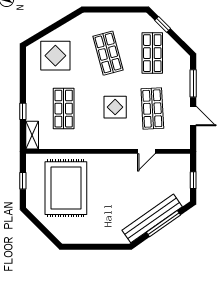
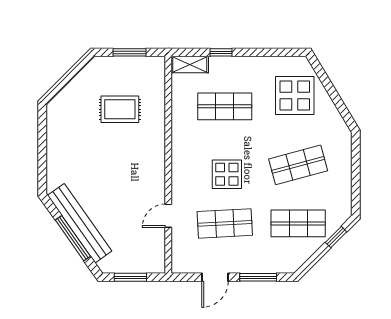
door: (146, 151) -> (168, 216), hinge flipped
window: (193, 180) -> (130, 277), width x1.50
window: (23, 181) -> (129, 52), width x1.50
rug: (66, 188) -> (120, 109), width x0.54, depth x0.49

